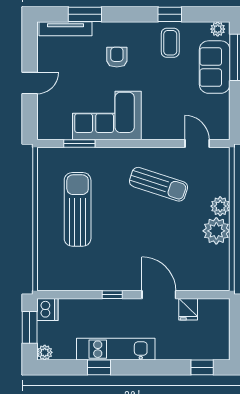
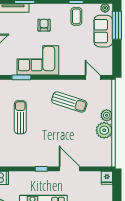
sun lounger: (78, 209) -> (20, 117), width x0.73, depth x0.75
fridge: (188, 309) -> (107, 178), moved

